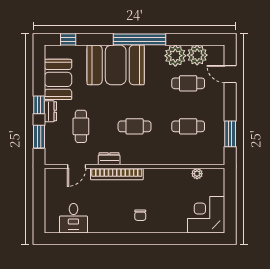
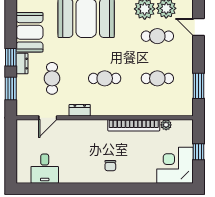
bookcase: (117, 174) -> (134, 125), moved
window: (230, 201) -> (198, 152), added

